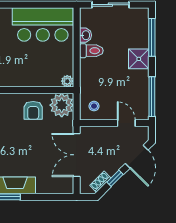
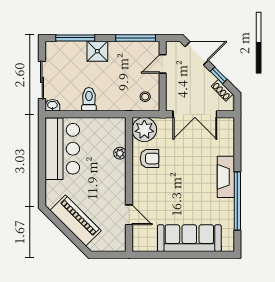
washbasin: (86, 35) -> (52, 105), moved
plant: (67, 81) -> (120, 153), moved

